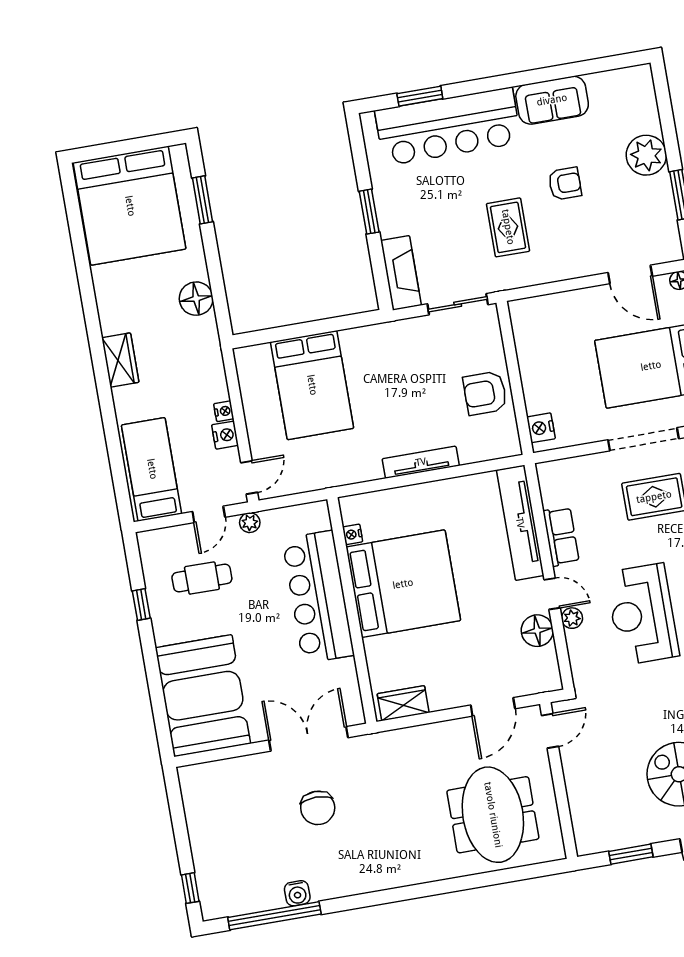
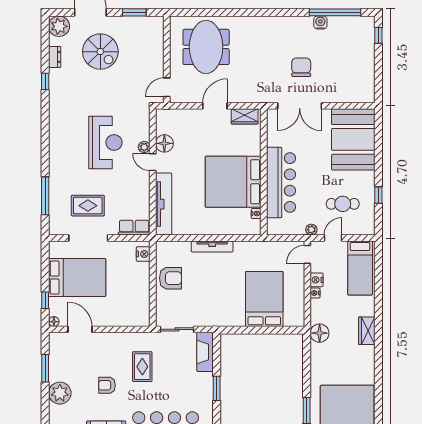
floor lamp: (196, 299) -> (320, 333), moved
row of seats: (561, 536) -> (134, 228), moved, turned 90
door: (493, 707) -> (215, 106), moved

